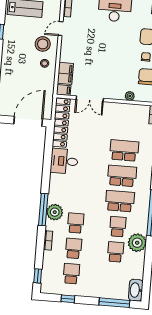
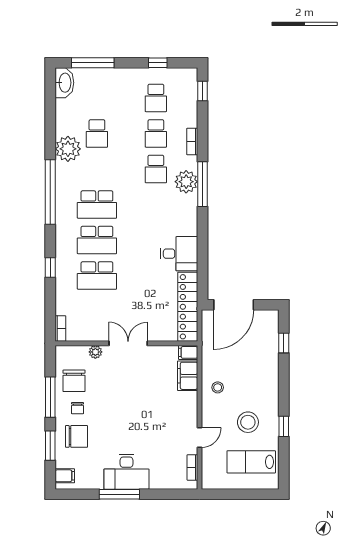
stool: (43, 44) -> (248, 422), moved
double door: (90, 99) -> (128, 343), moved
school desk: (118, 227) -> (97, 169), removed

